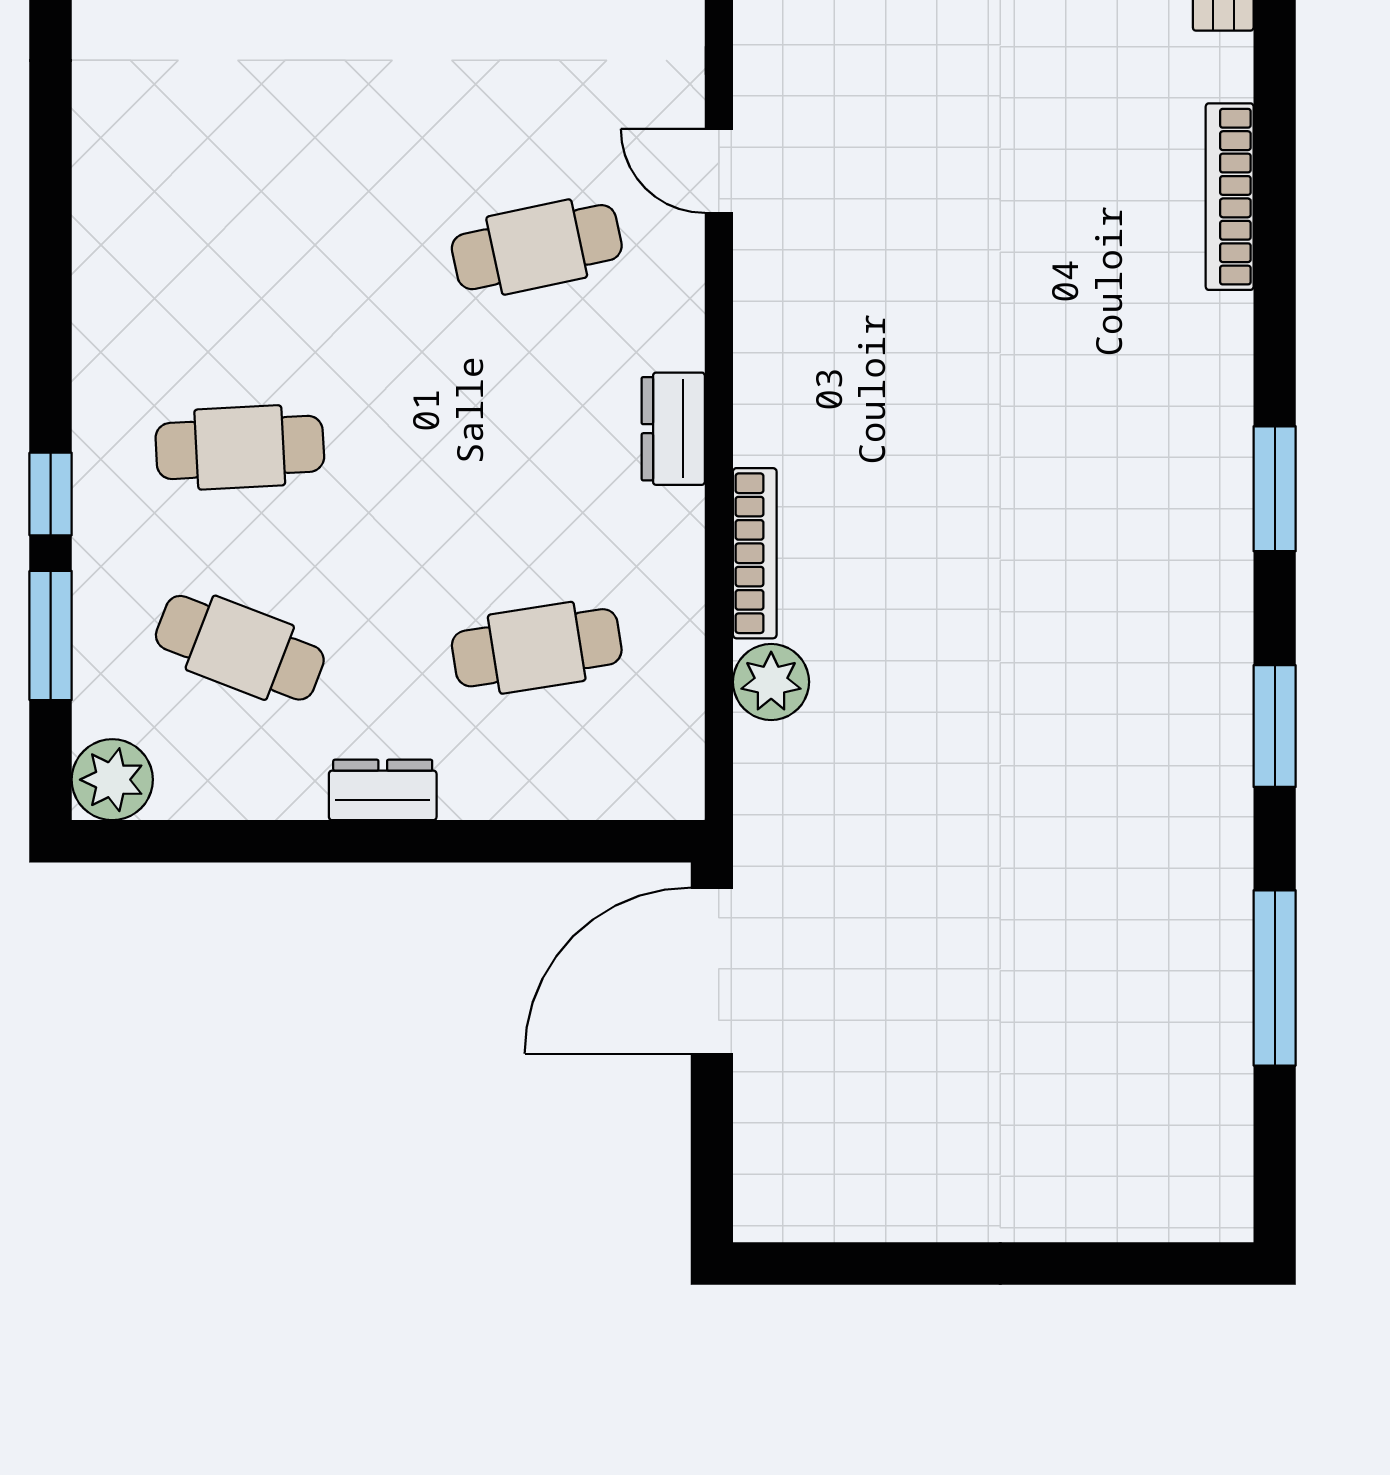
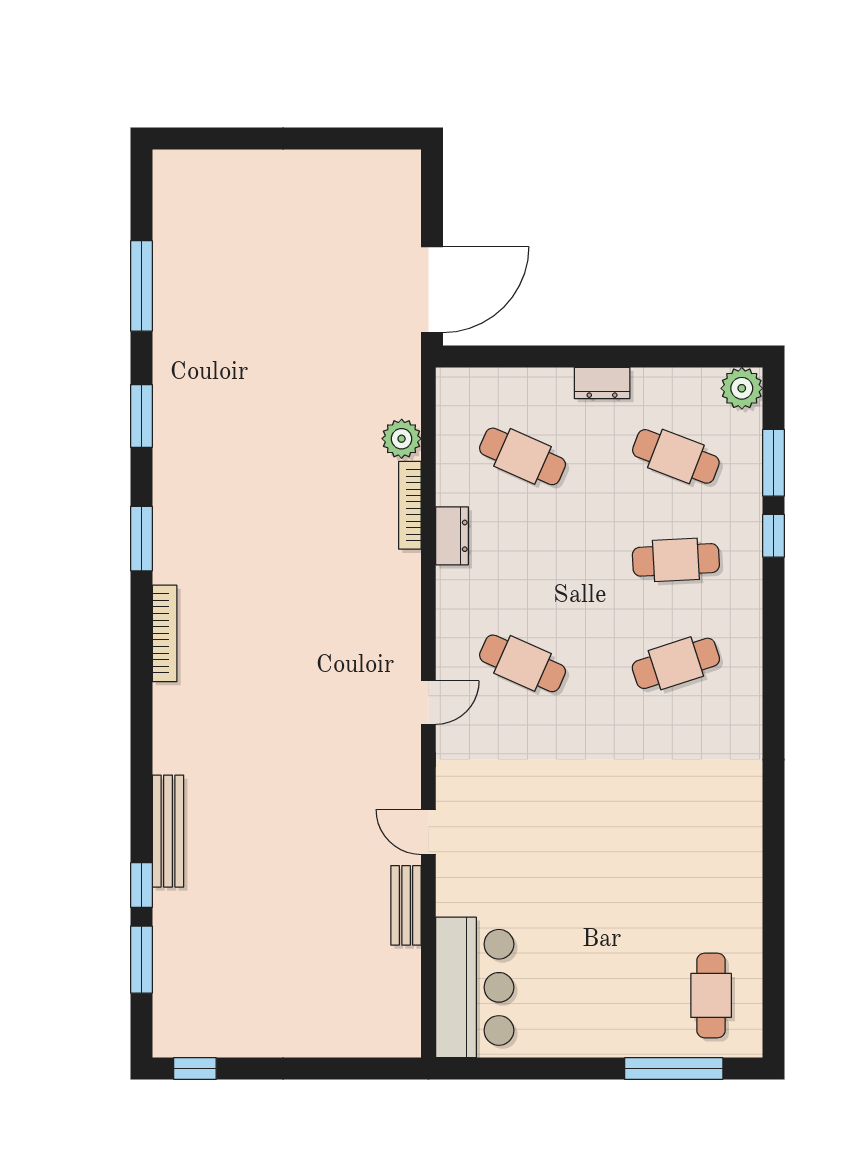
door: (719, 171) -> (428, 703), hinge flipped
bookcase: (1230, 197) -> (165, 633), moved
cafe table: (240, 247) -> (676, 663), added
cafe table: (537, 247) -> (523, 663), turned 36
dresser: (673, 429) -> (452, 536), moved
cafe table: (537, 648) -> (523, 456), turned 33

